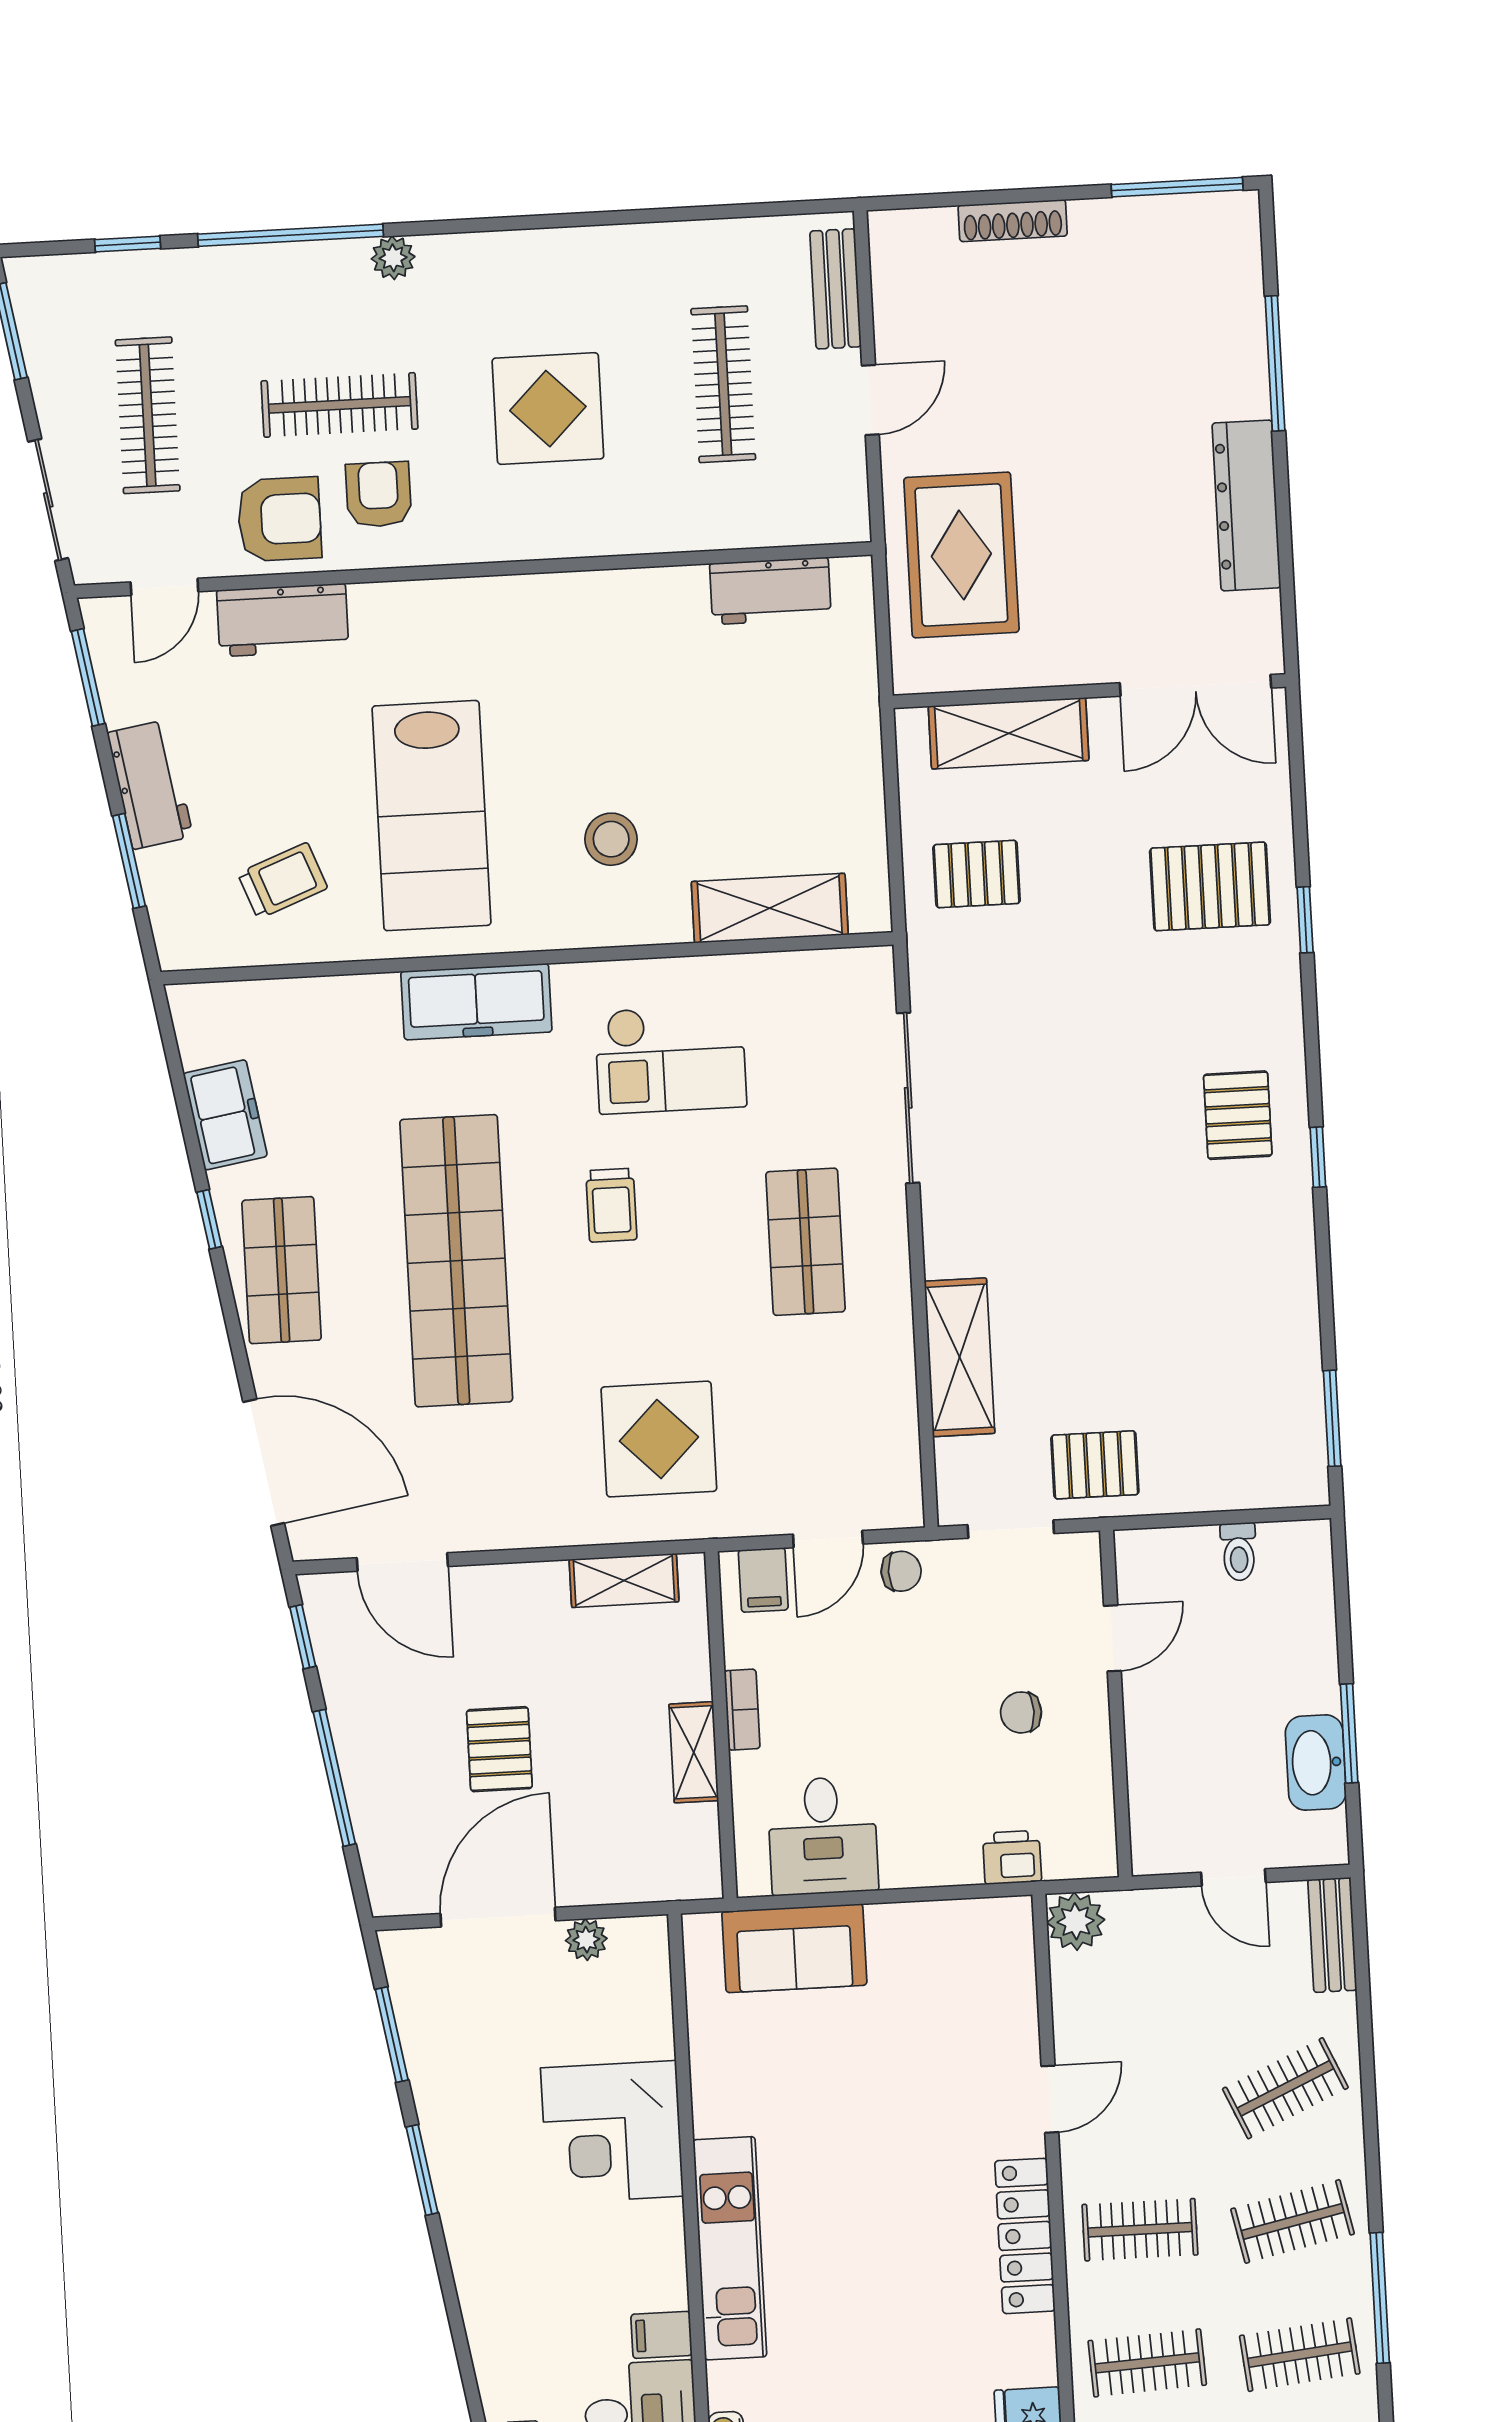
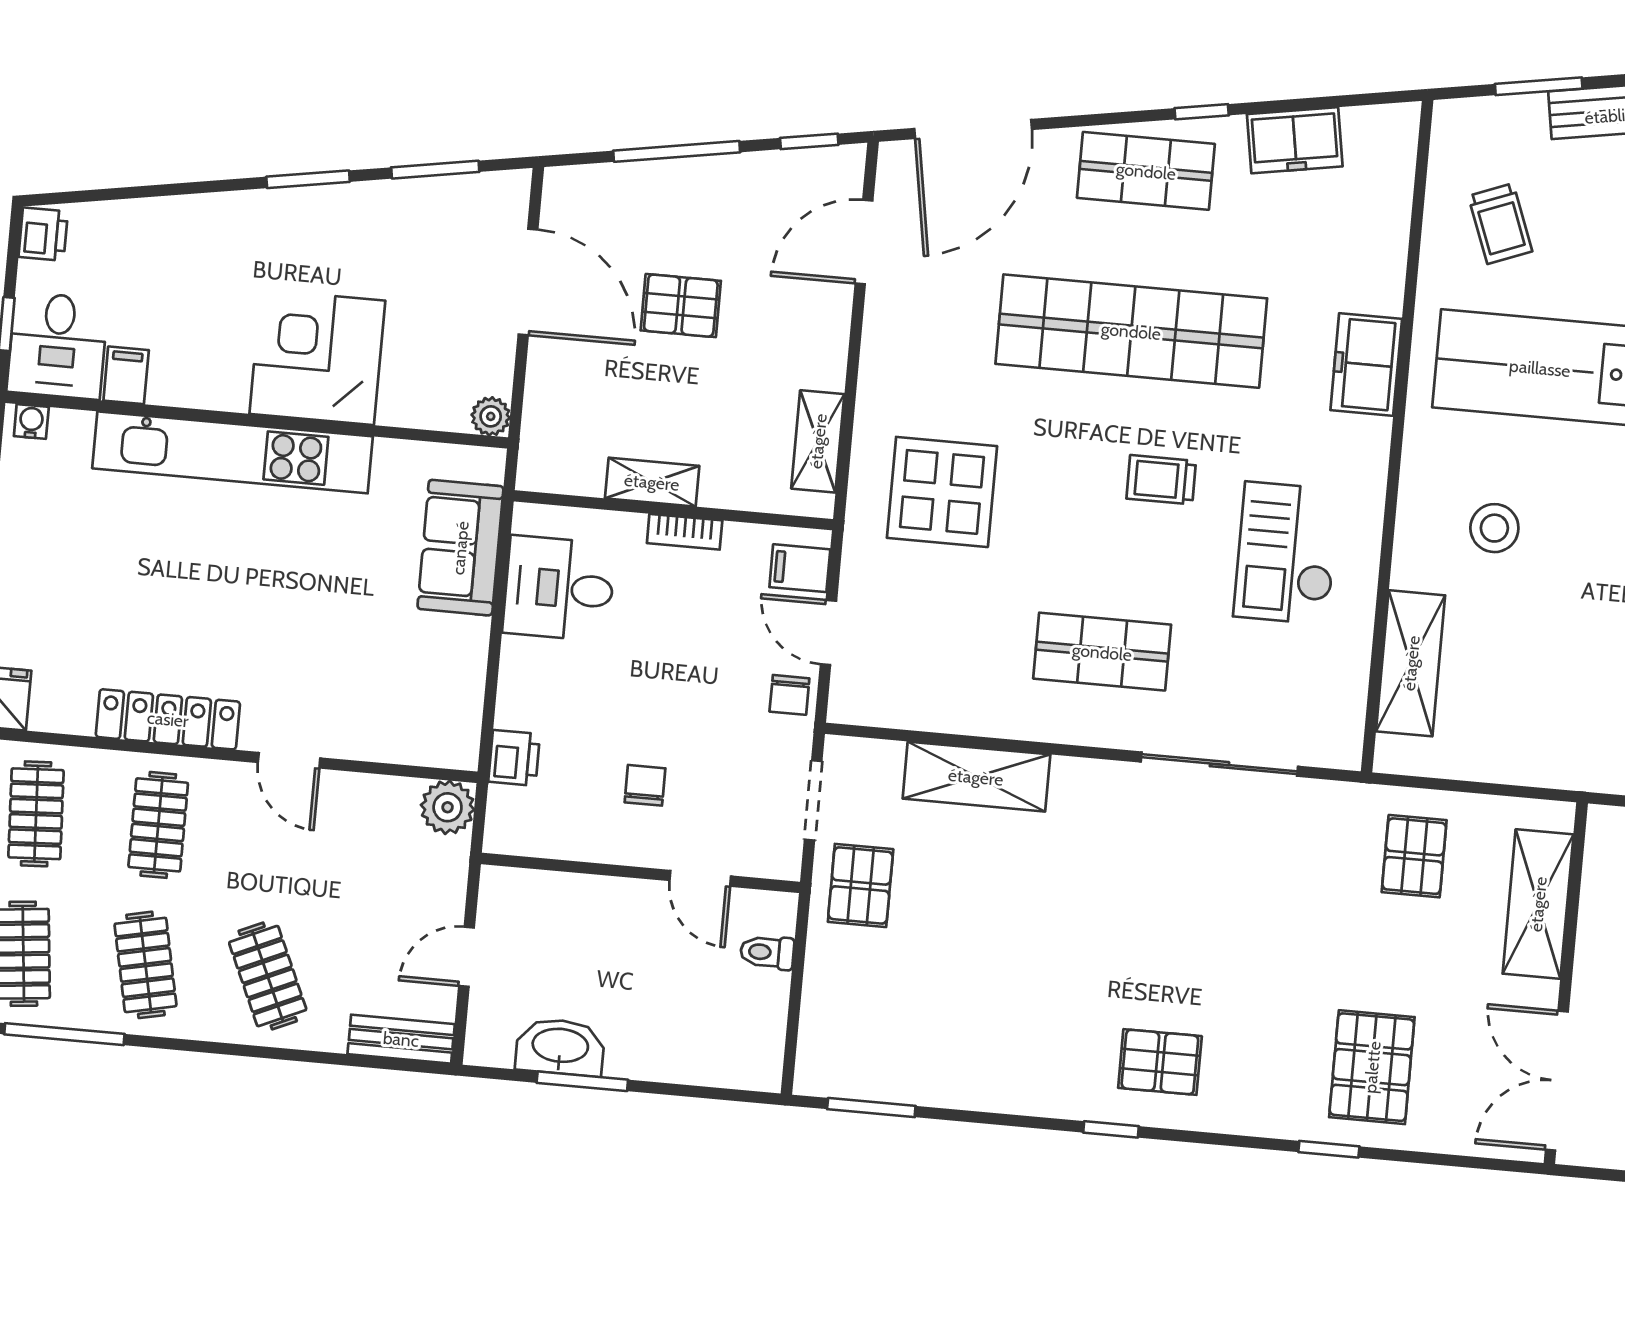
freezer: (476, 1002) -> (1366, 364), width x0.71
toilet: (1239, 1552) -> (767, 952), moved
plant: (586, 1940) -> (491, 416), moved
kitchen unit: (730, 2248) -> (233, 452), width x1.36

